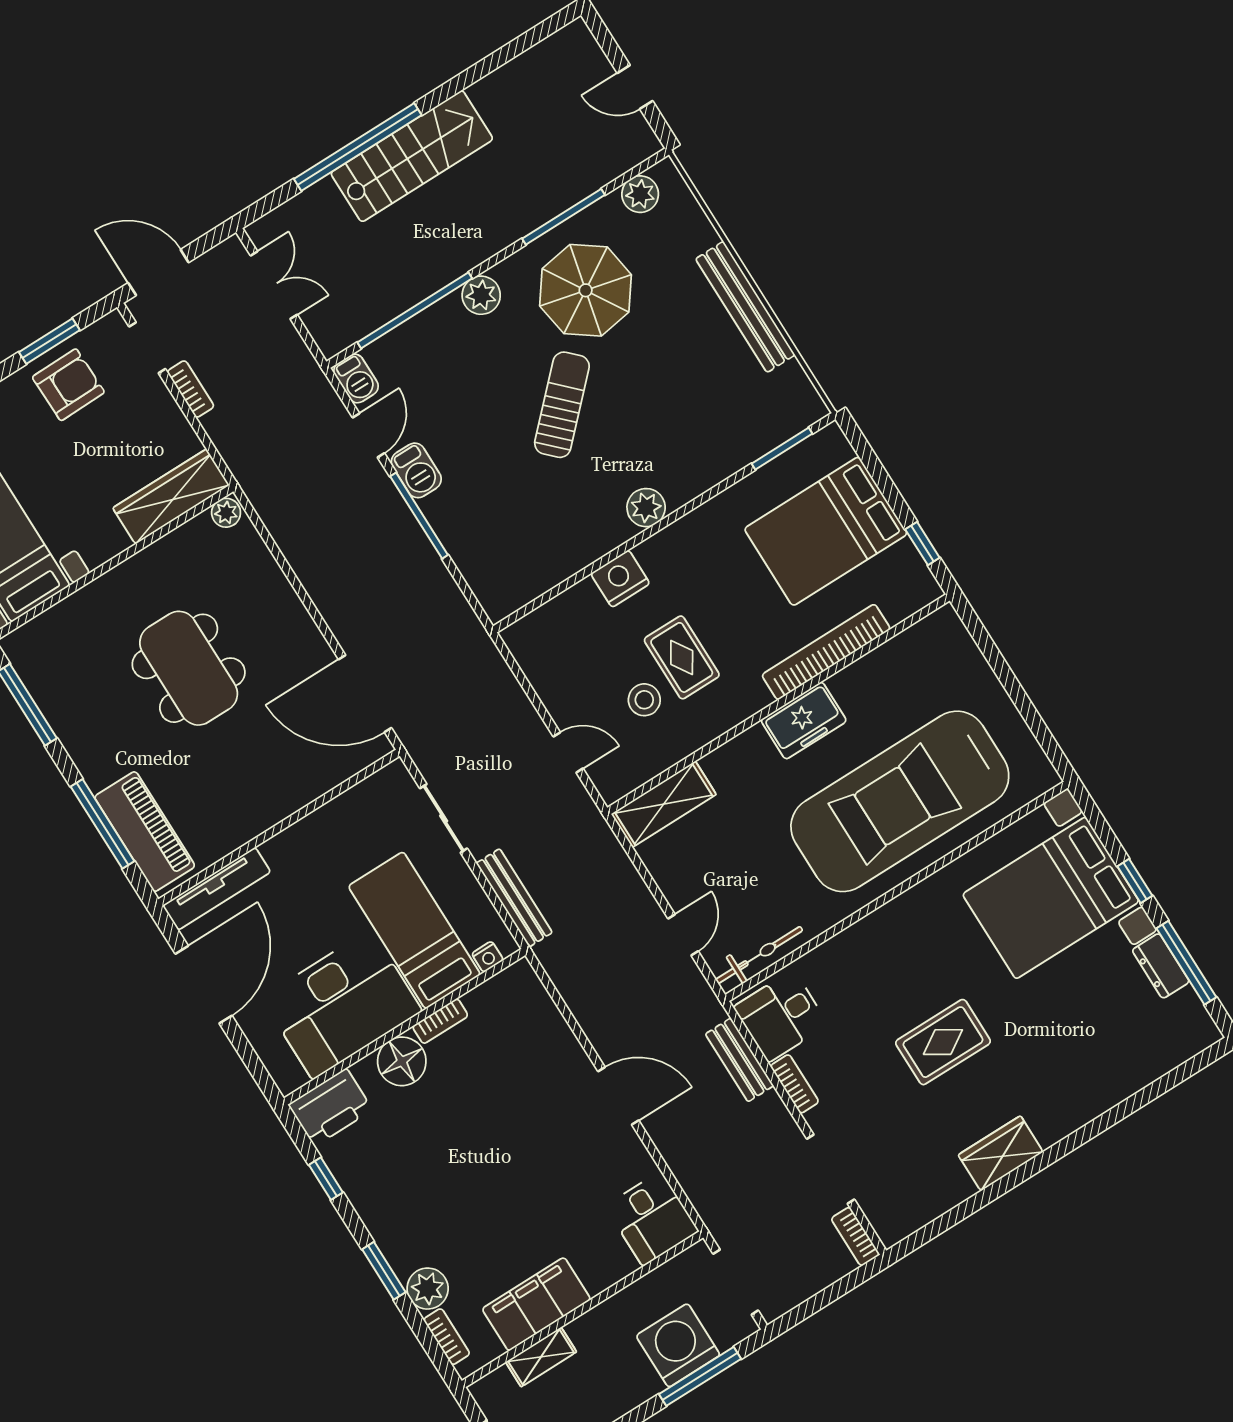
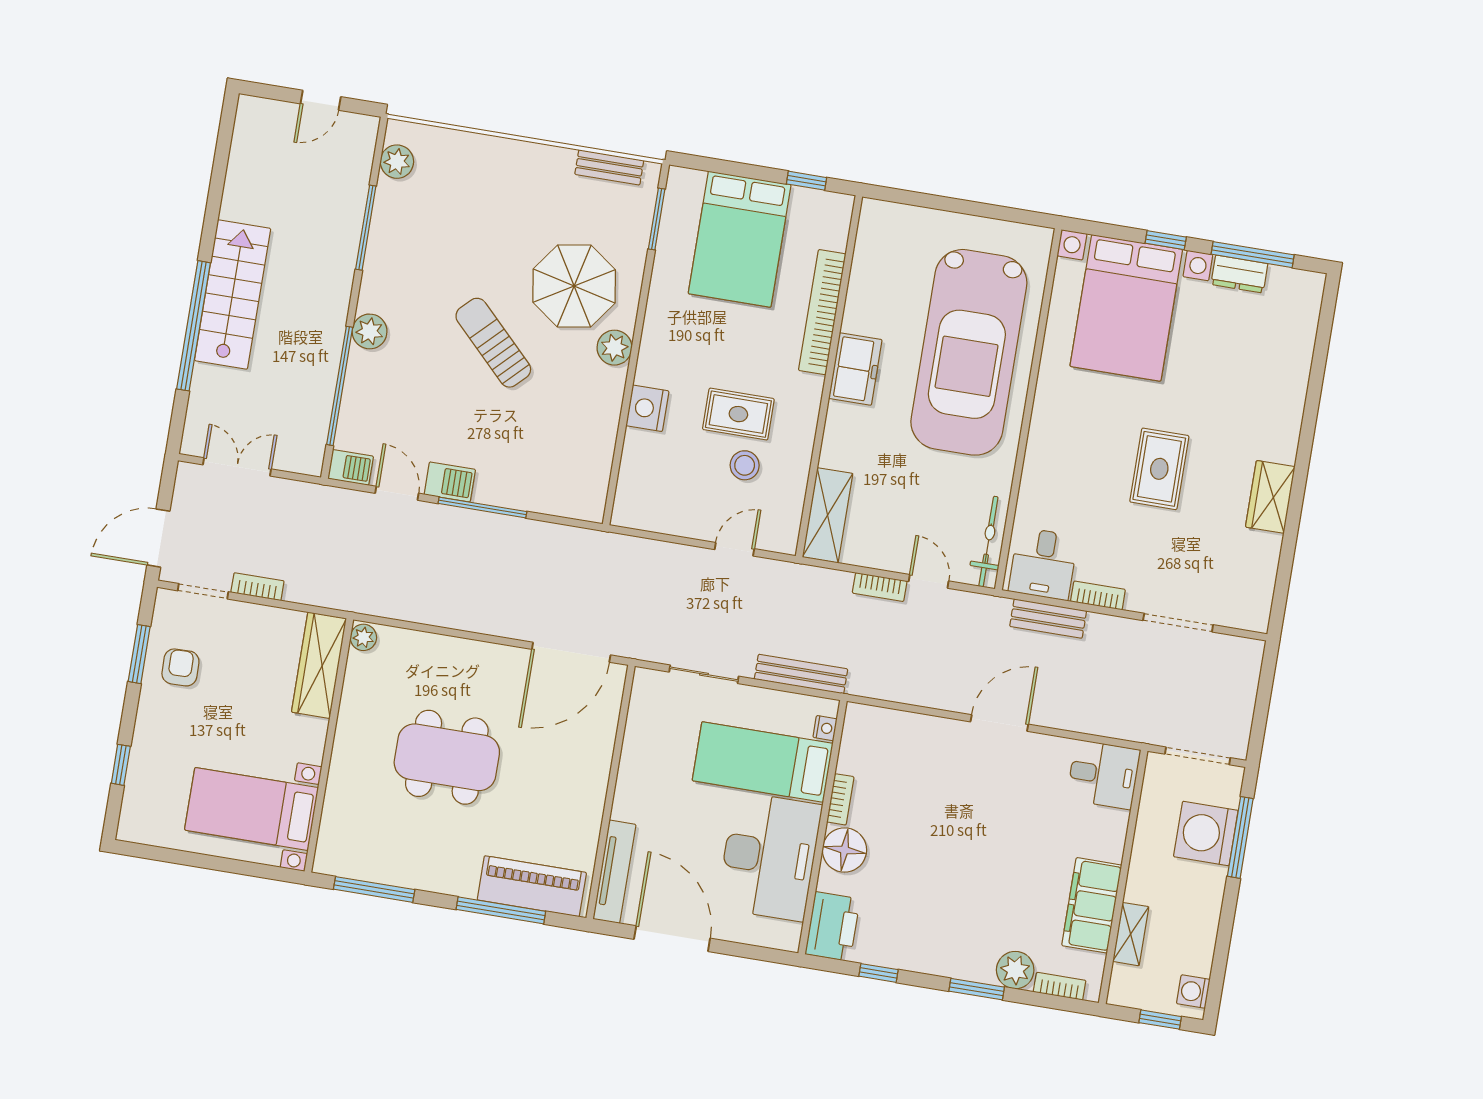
parasol: (586, 290) -> (574, 286), moved
bench: (745, 307) -> (609, 167), moved, width x0.54, depth x0.82
armchair: (68, 385) -> (180, 667), width x0.72, depth x0.72
bookcase: (855, 1236) -> (880, 587), moved

